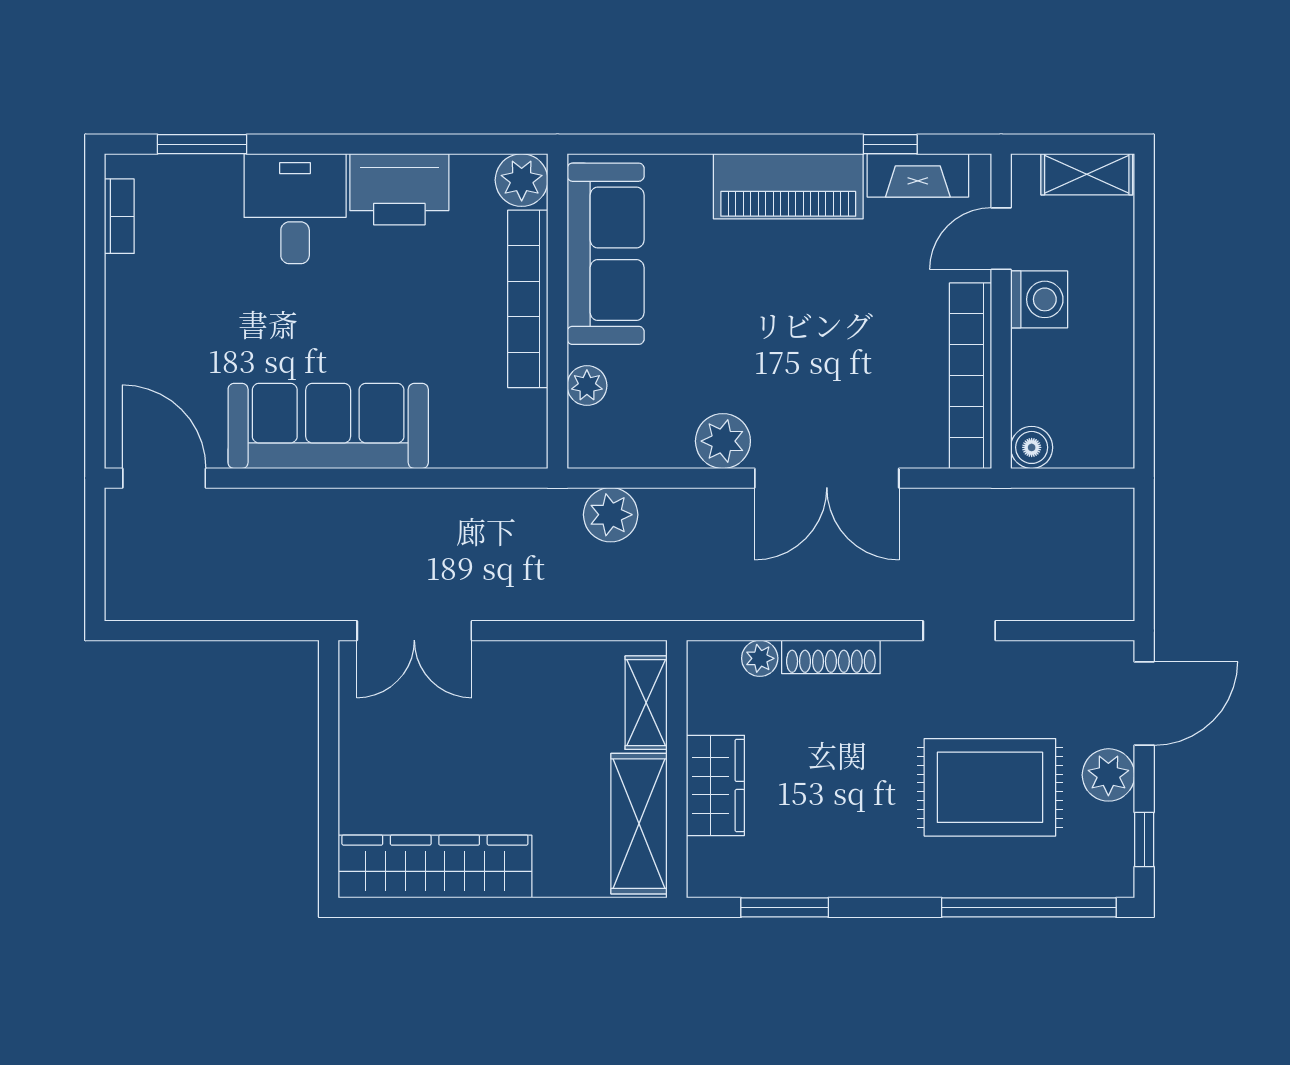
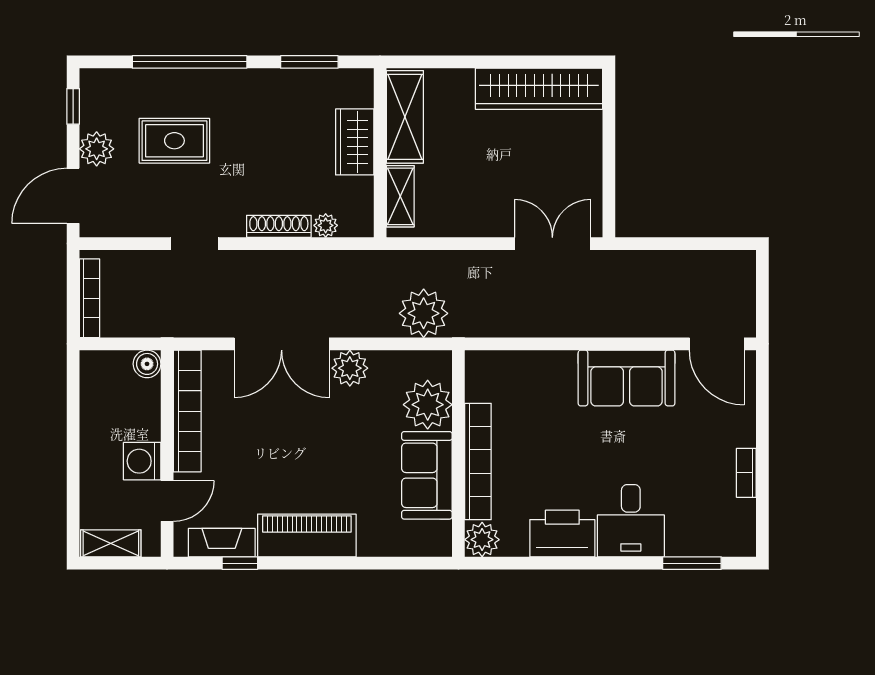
bookcase: (119, 216) -> (746, 473), moved
sofa: (606, 254) -> (427, 475), width x0.73
plant: (587, 386) -> (428, 405), width x1.88, depth x1.88
sofa: (328, 426) -> (627, 378), width x0.73
double door: (827, 478) -> (282, 344), swing flipped
plant: (611, 515) -> (424, 313), width x1.36, depth x1.36
bookcase: (1119, 547) -> (89, 298), added
rug: (990, 787) -> (174, 141), width x0.73, depth x0.70
window: (1029, 907) -> (190, 62), moved

